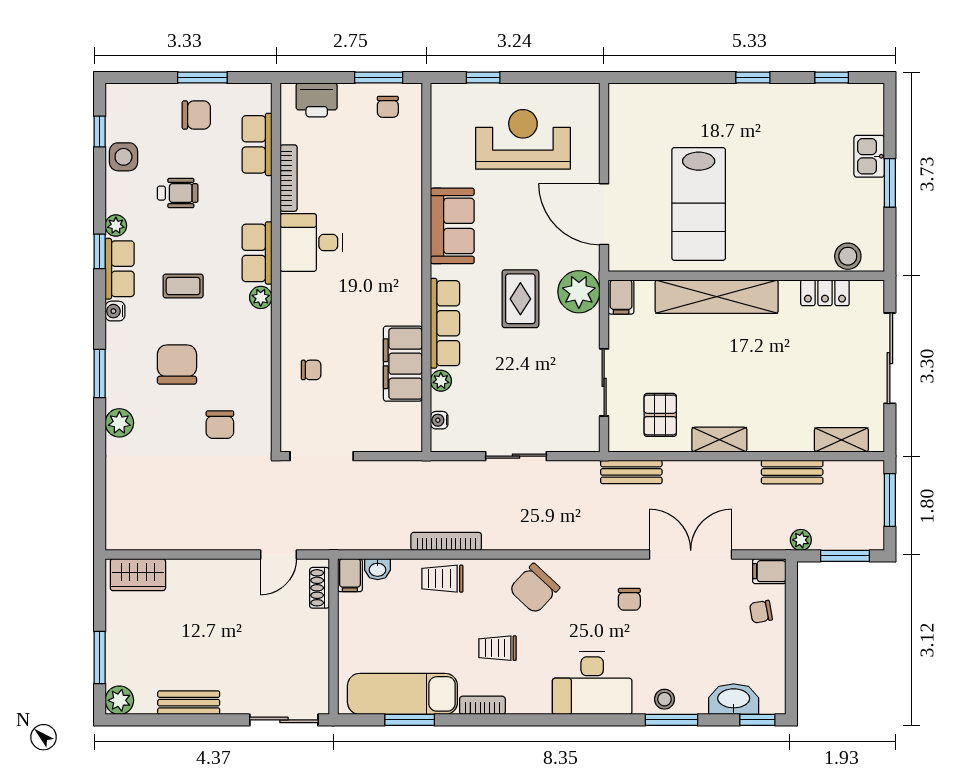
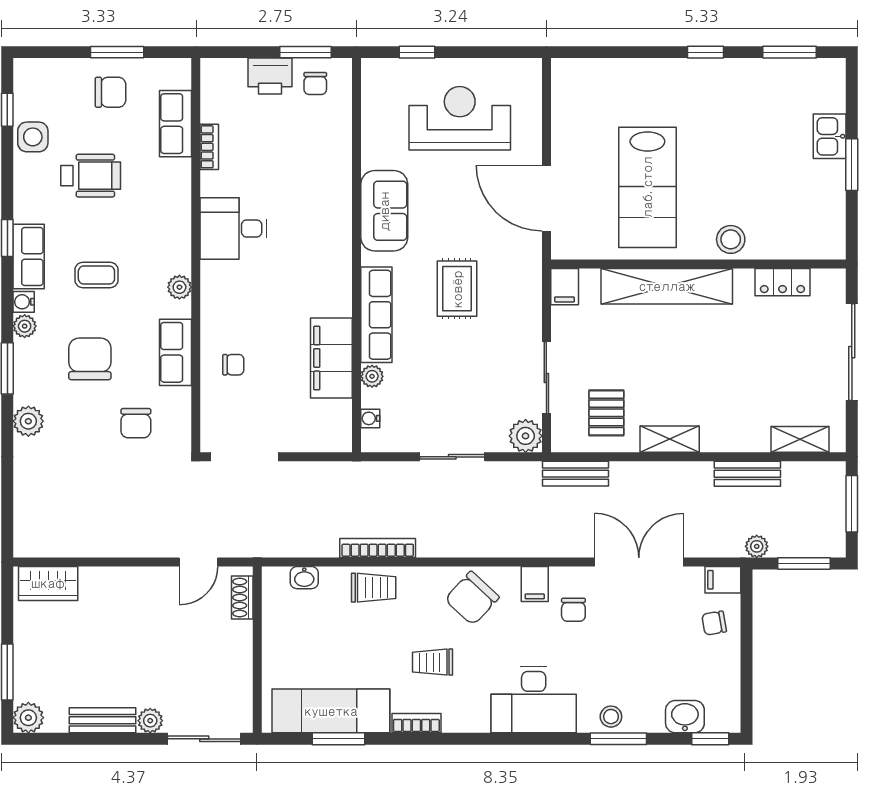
window: (832, 77) -> (790, 52), width x1.50
printer: (317, 100) -> (270, 76), moved
bookcase: (289, 178) -> (209, 147), width x0.64
wheelchair: (178, 193) -> (91, 176), width x1.36, depth x1.37
plant: (116, 226) -> (25, 326), moved
row of seats: (257, 253) -> (175, 352), moved
stool: (848, 256) -> (731, 239), moved
plant: (579, 292) -> (526, 436), moved, width x0.73, depth x0.73
filing cabinet: (350, 575) -> (535, 584), moved
trolley: (442, 579) -> (374, 588), turned 180
washbasin: (734, 699) -> (685, 717), width x0.72
plant: (233, 703) -> (150, 721), added

